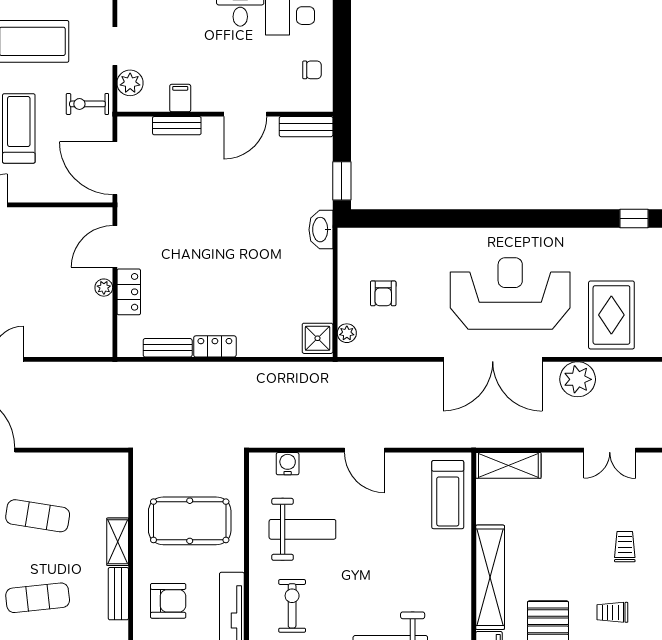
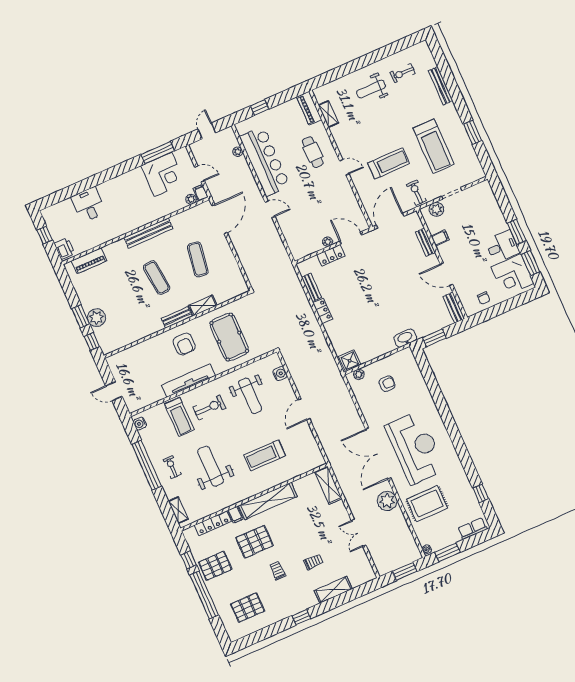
armchair: (383, 293) -> (387, 384), turned 180
treadmill: (448, 495) -> (265, 455), moved

